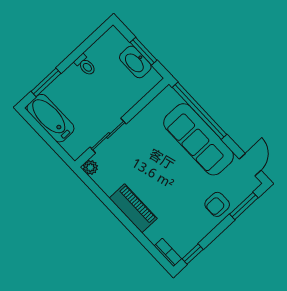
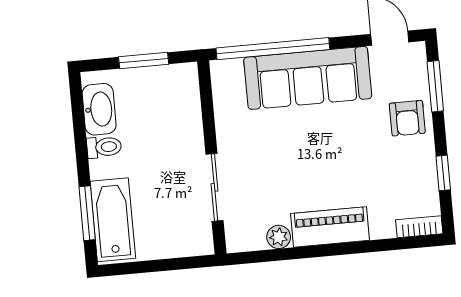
washbasin: (135, 62) -> (99, 109), moved, turned -90
bathtub: (50, 118) -> (113, 220), moved, turned 90
plant: (90, 167) -> (279, 237), moved
window: (193, 254) -> (443, 173), moved

